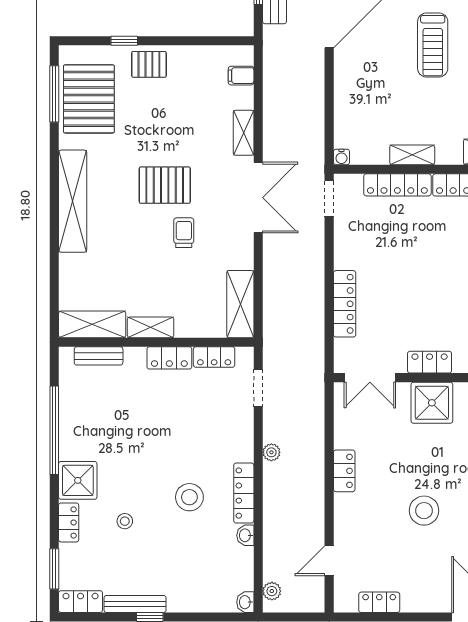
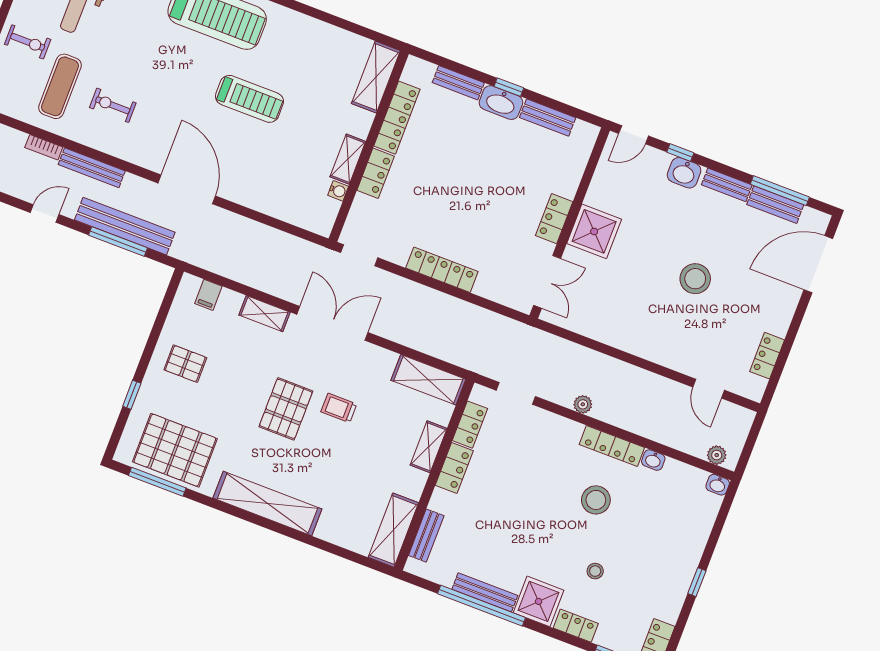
pallet: (149, 64) -> (185, 364), moved, turned 90
water cooler: (341, 157) -> (338, 191), moved
locker: (397, 185) -> (376, 173), width x0.66
locker: (345, 304) -> (442, 270), moved
shelving: (151, 327) -> (429, 447), moved
locker: (344, 471) -> (627, 341), removed
bench: (135, 604) -> (485, 592), moved, turned 90

